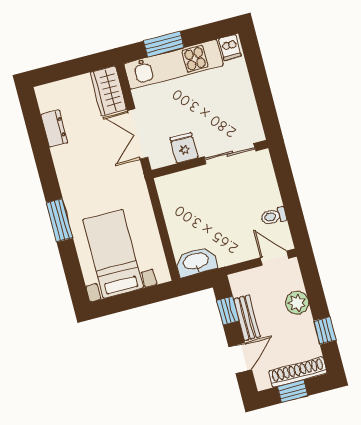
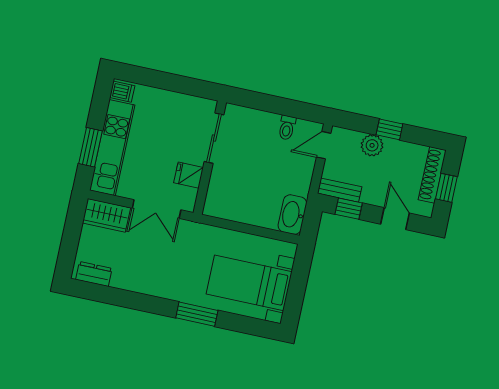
dresser: (54, 129) -> (94, 274), moved
bench: (247, 318) -> (340, 190), moved
window: (325, 331) -> (389, 129), moved

